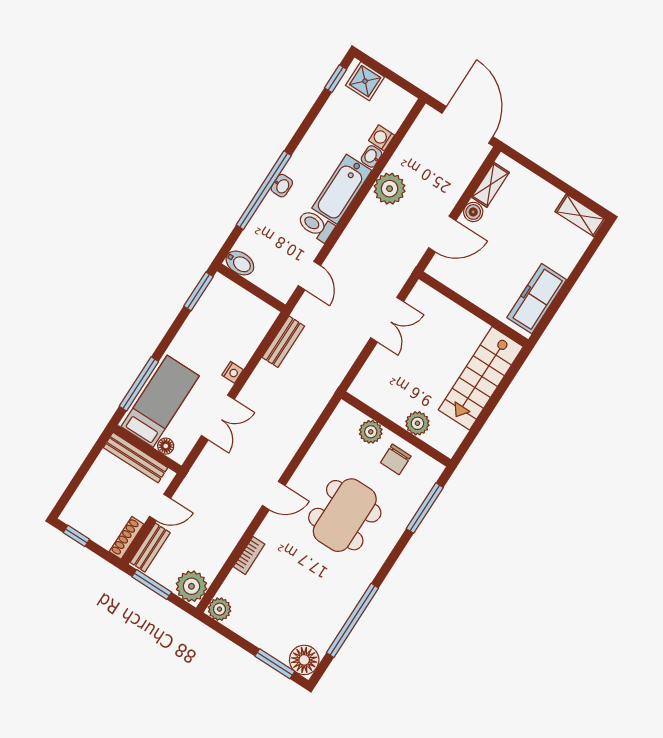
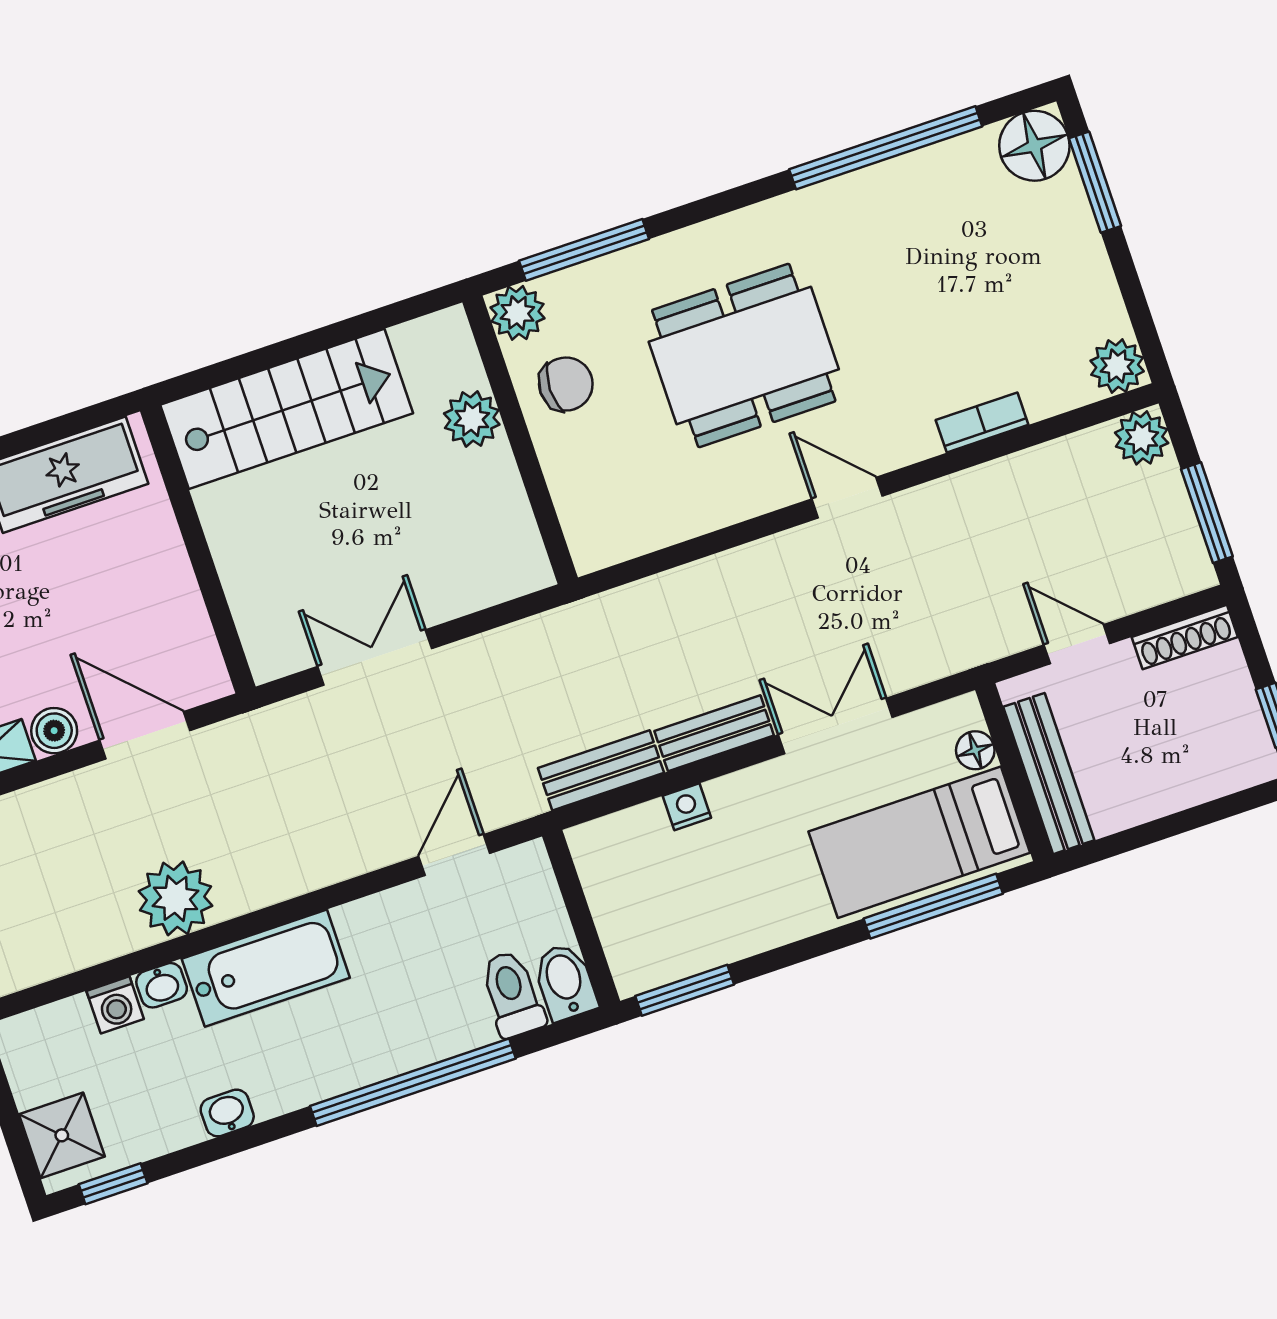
washbasin: (282, 186) -> (227, 1113), moved
toilet: (316, 225) -> (512, 994), moved, turned 180
nightstand: (233, 372) -> (687, 807), moved
plant: (371, 432) -> (517, 313), moved
bench: (150, 548) -> (714, 733), moved
plant: (191, 586) -> (1142, 438), width x0.73, depth x0.73

